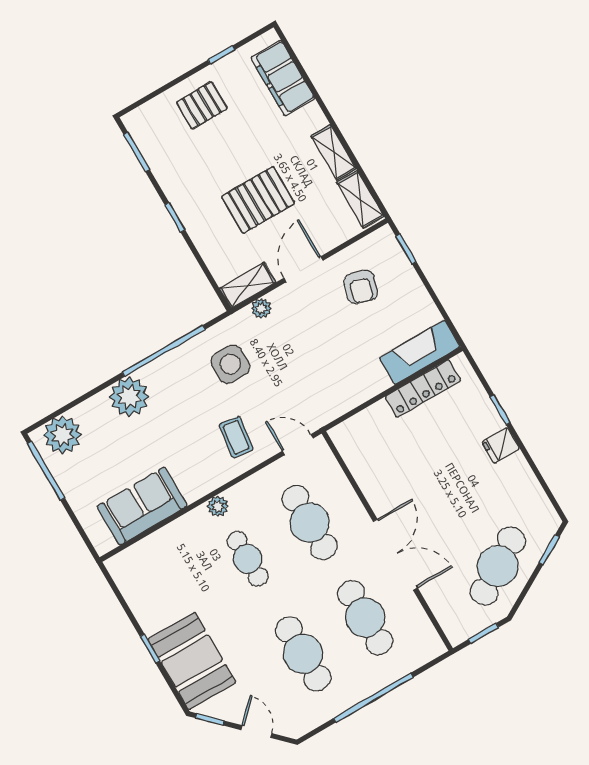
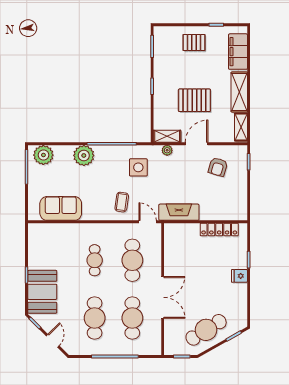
shelving: (334, 152) -> (239, 92), width x1.50, depth x1.33
fireplace: (420, 352) -> (179, 212), moved
plant: (218, 506) -> (95, 229), removed

